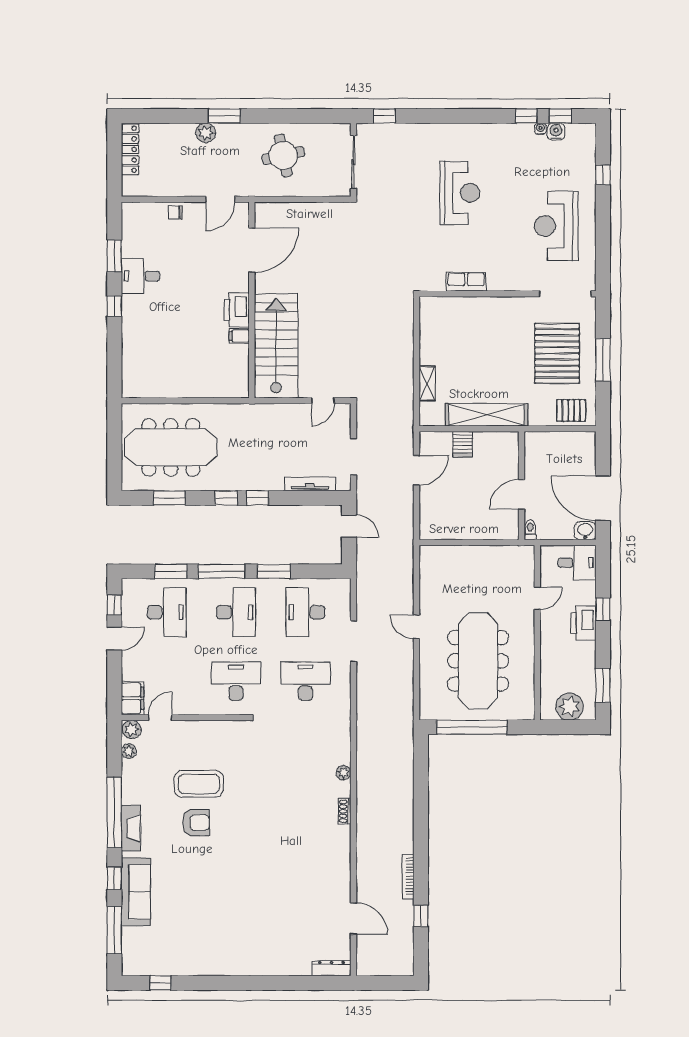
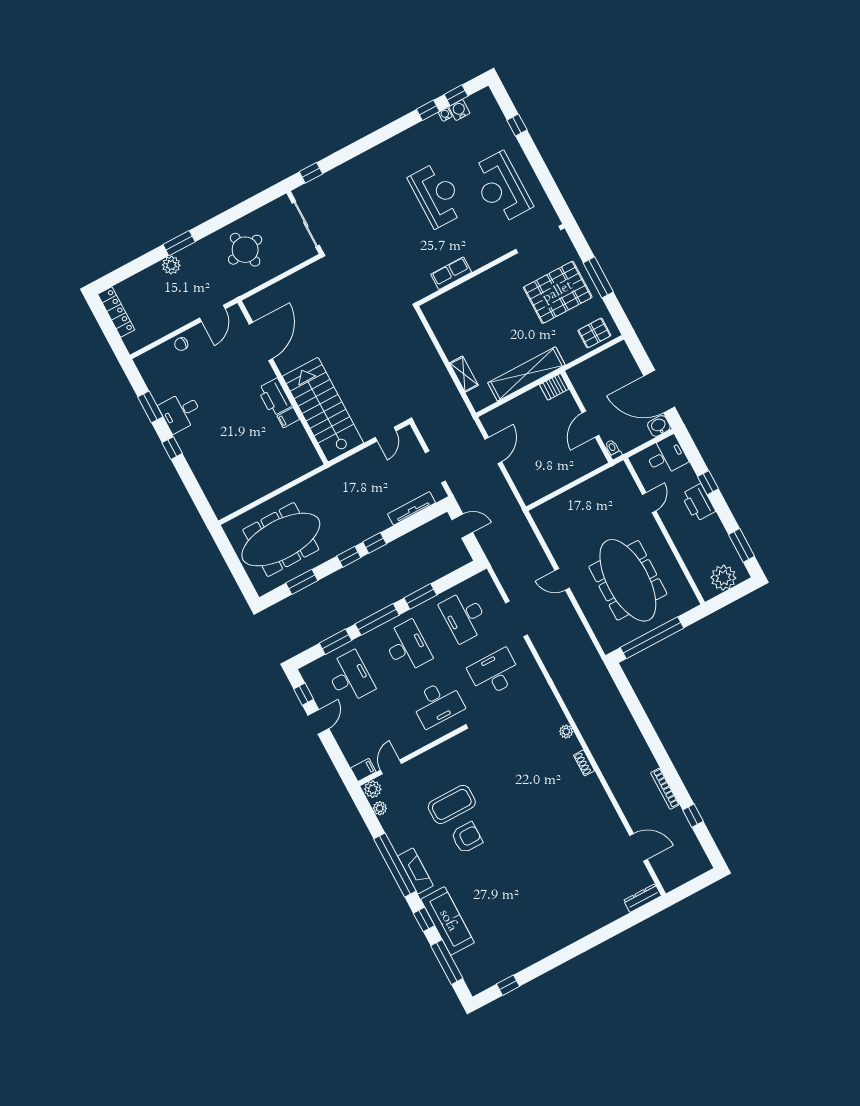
reception desk: (460, 193) -> (437, 195), moved
pallet: (557, 353) -> (558, 292), turned 90
server rack: (463, 444) -> (554, 387), moved, turned 90
desk: (236, 681) -> (437, 703), turned 180
filing cabinet: (133, 698) -> (363, 770), width x0.50

